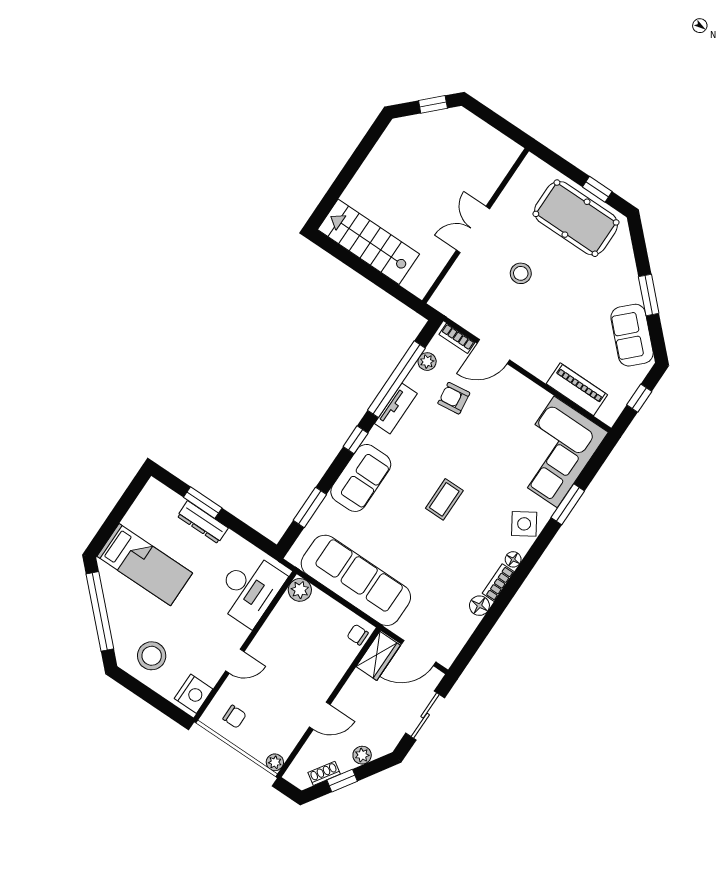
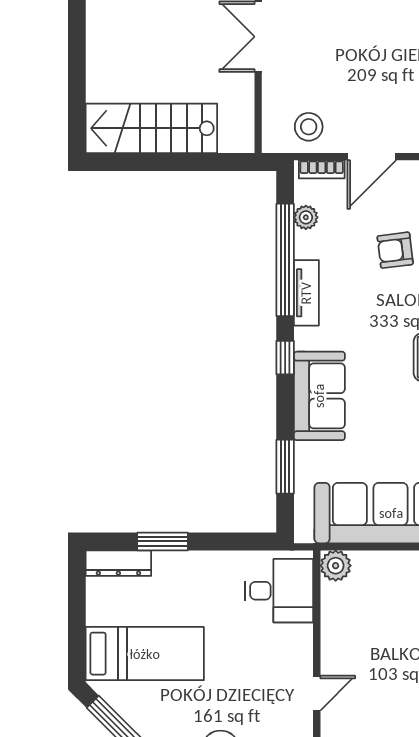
stool: (521, 273) -> (309, 127), moved
armchair: (454, 398) -> (395, 250), moved
dresser: (203, 522) -> (118, 563), moved
desk: (249, 589) -> (279, 591), width x0.73

